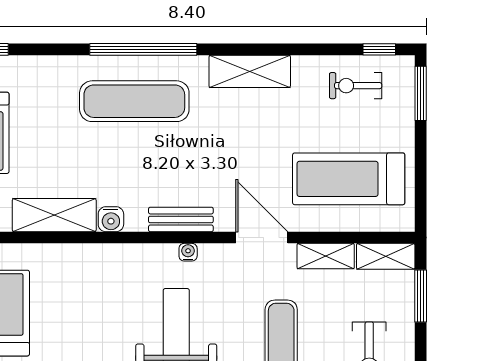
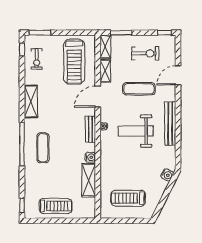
exercise mat: (134, 101) -> (43, 148), width x0.73, depth x0.69

